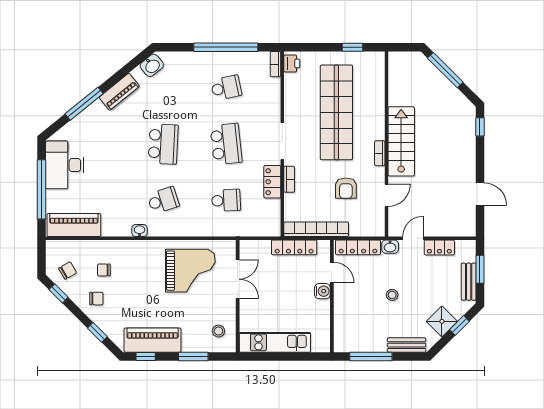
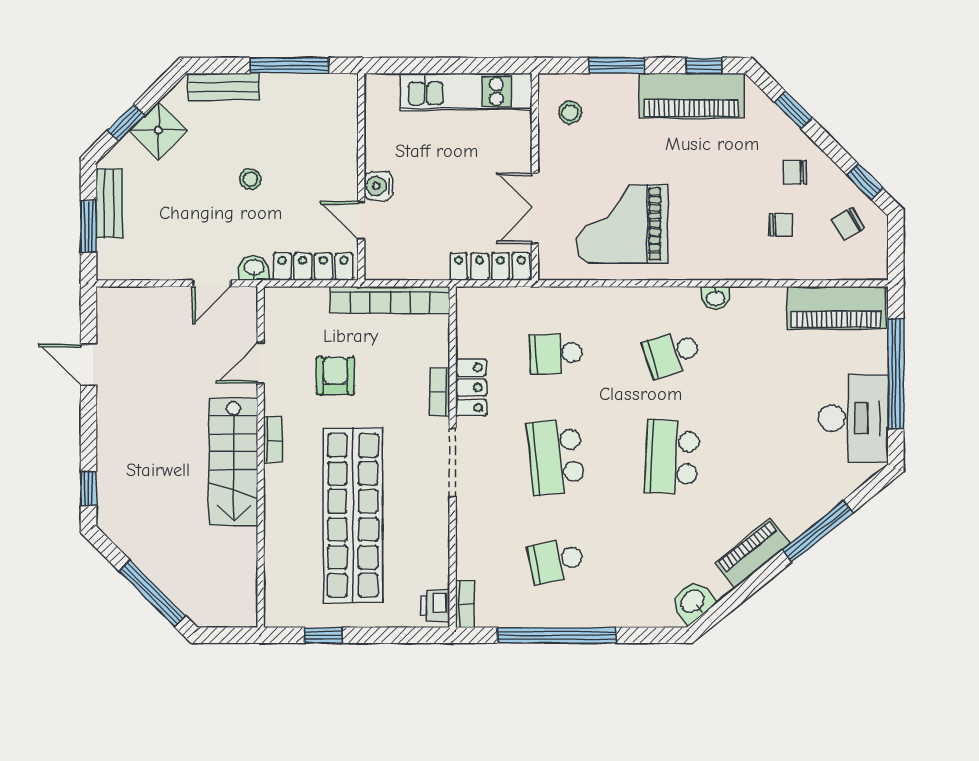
locker: (294, 247) -> (490, 267), moved
locker: (439, 247) -> (163, 266), removed

